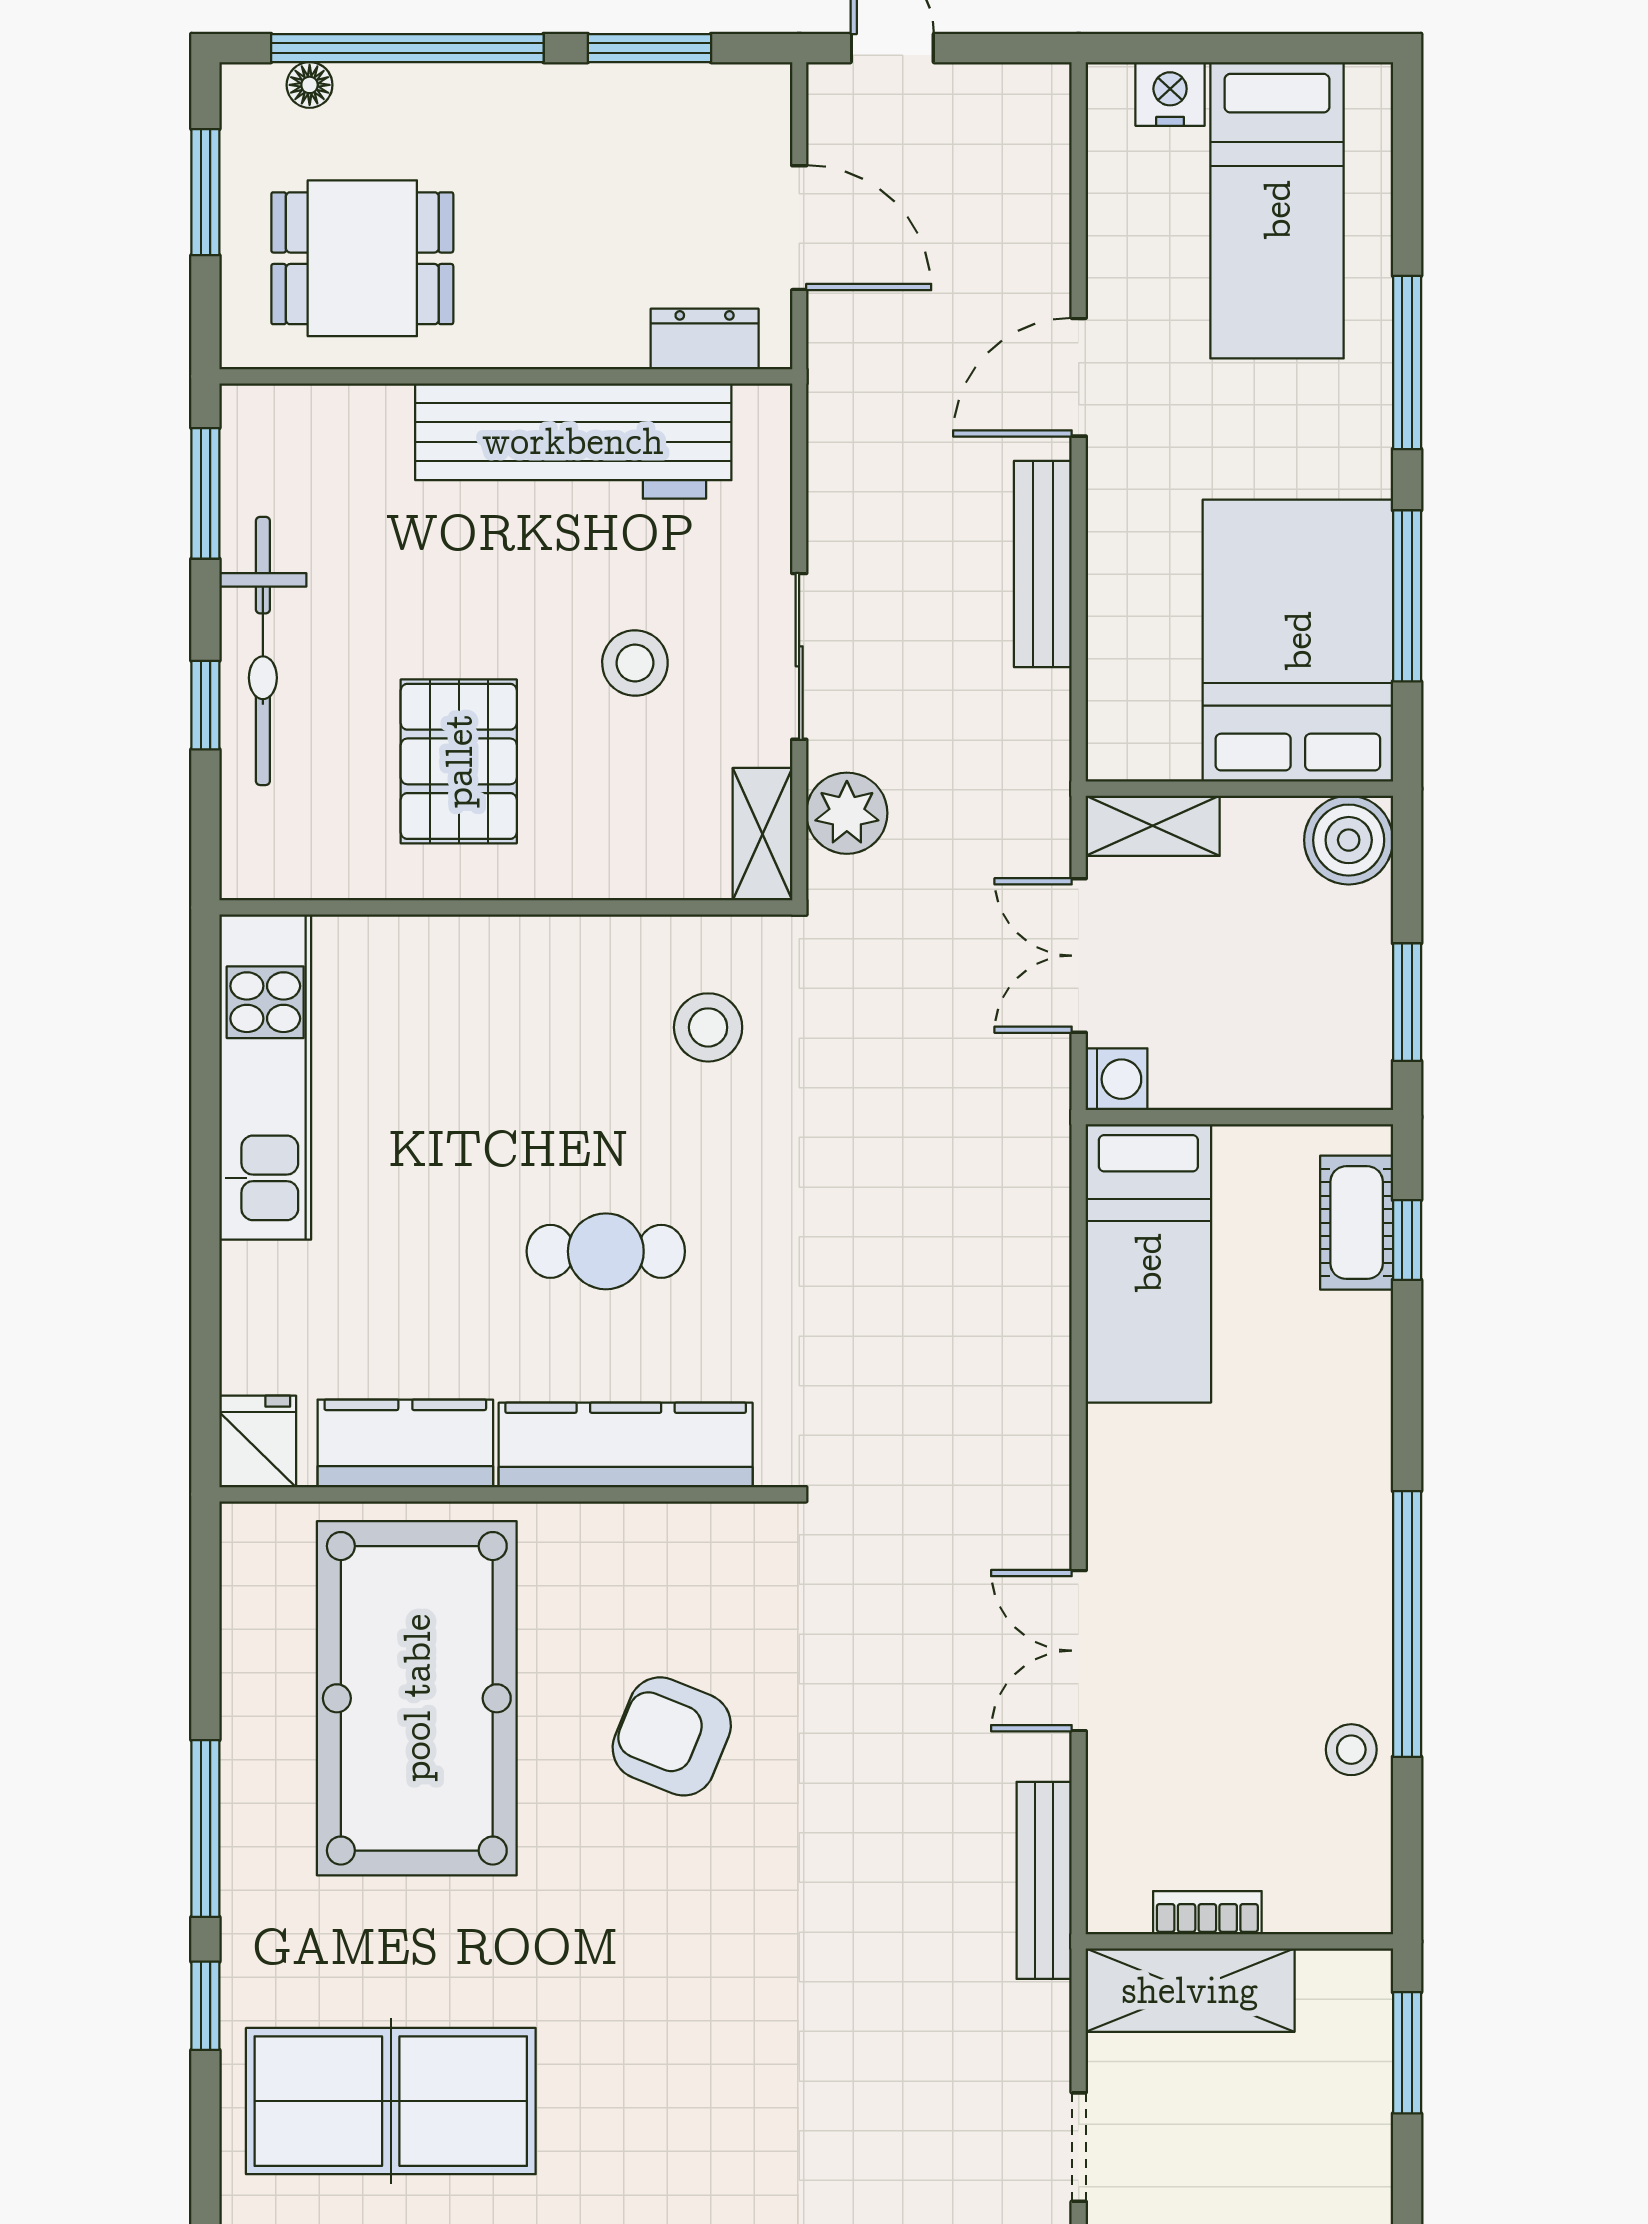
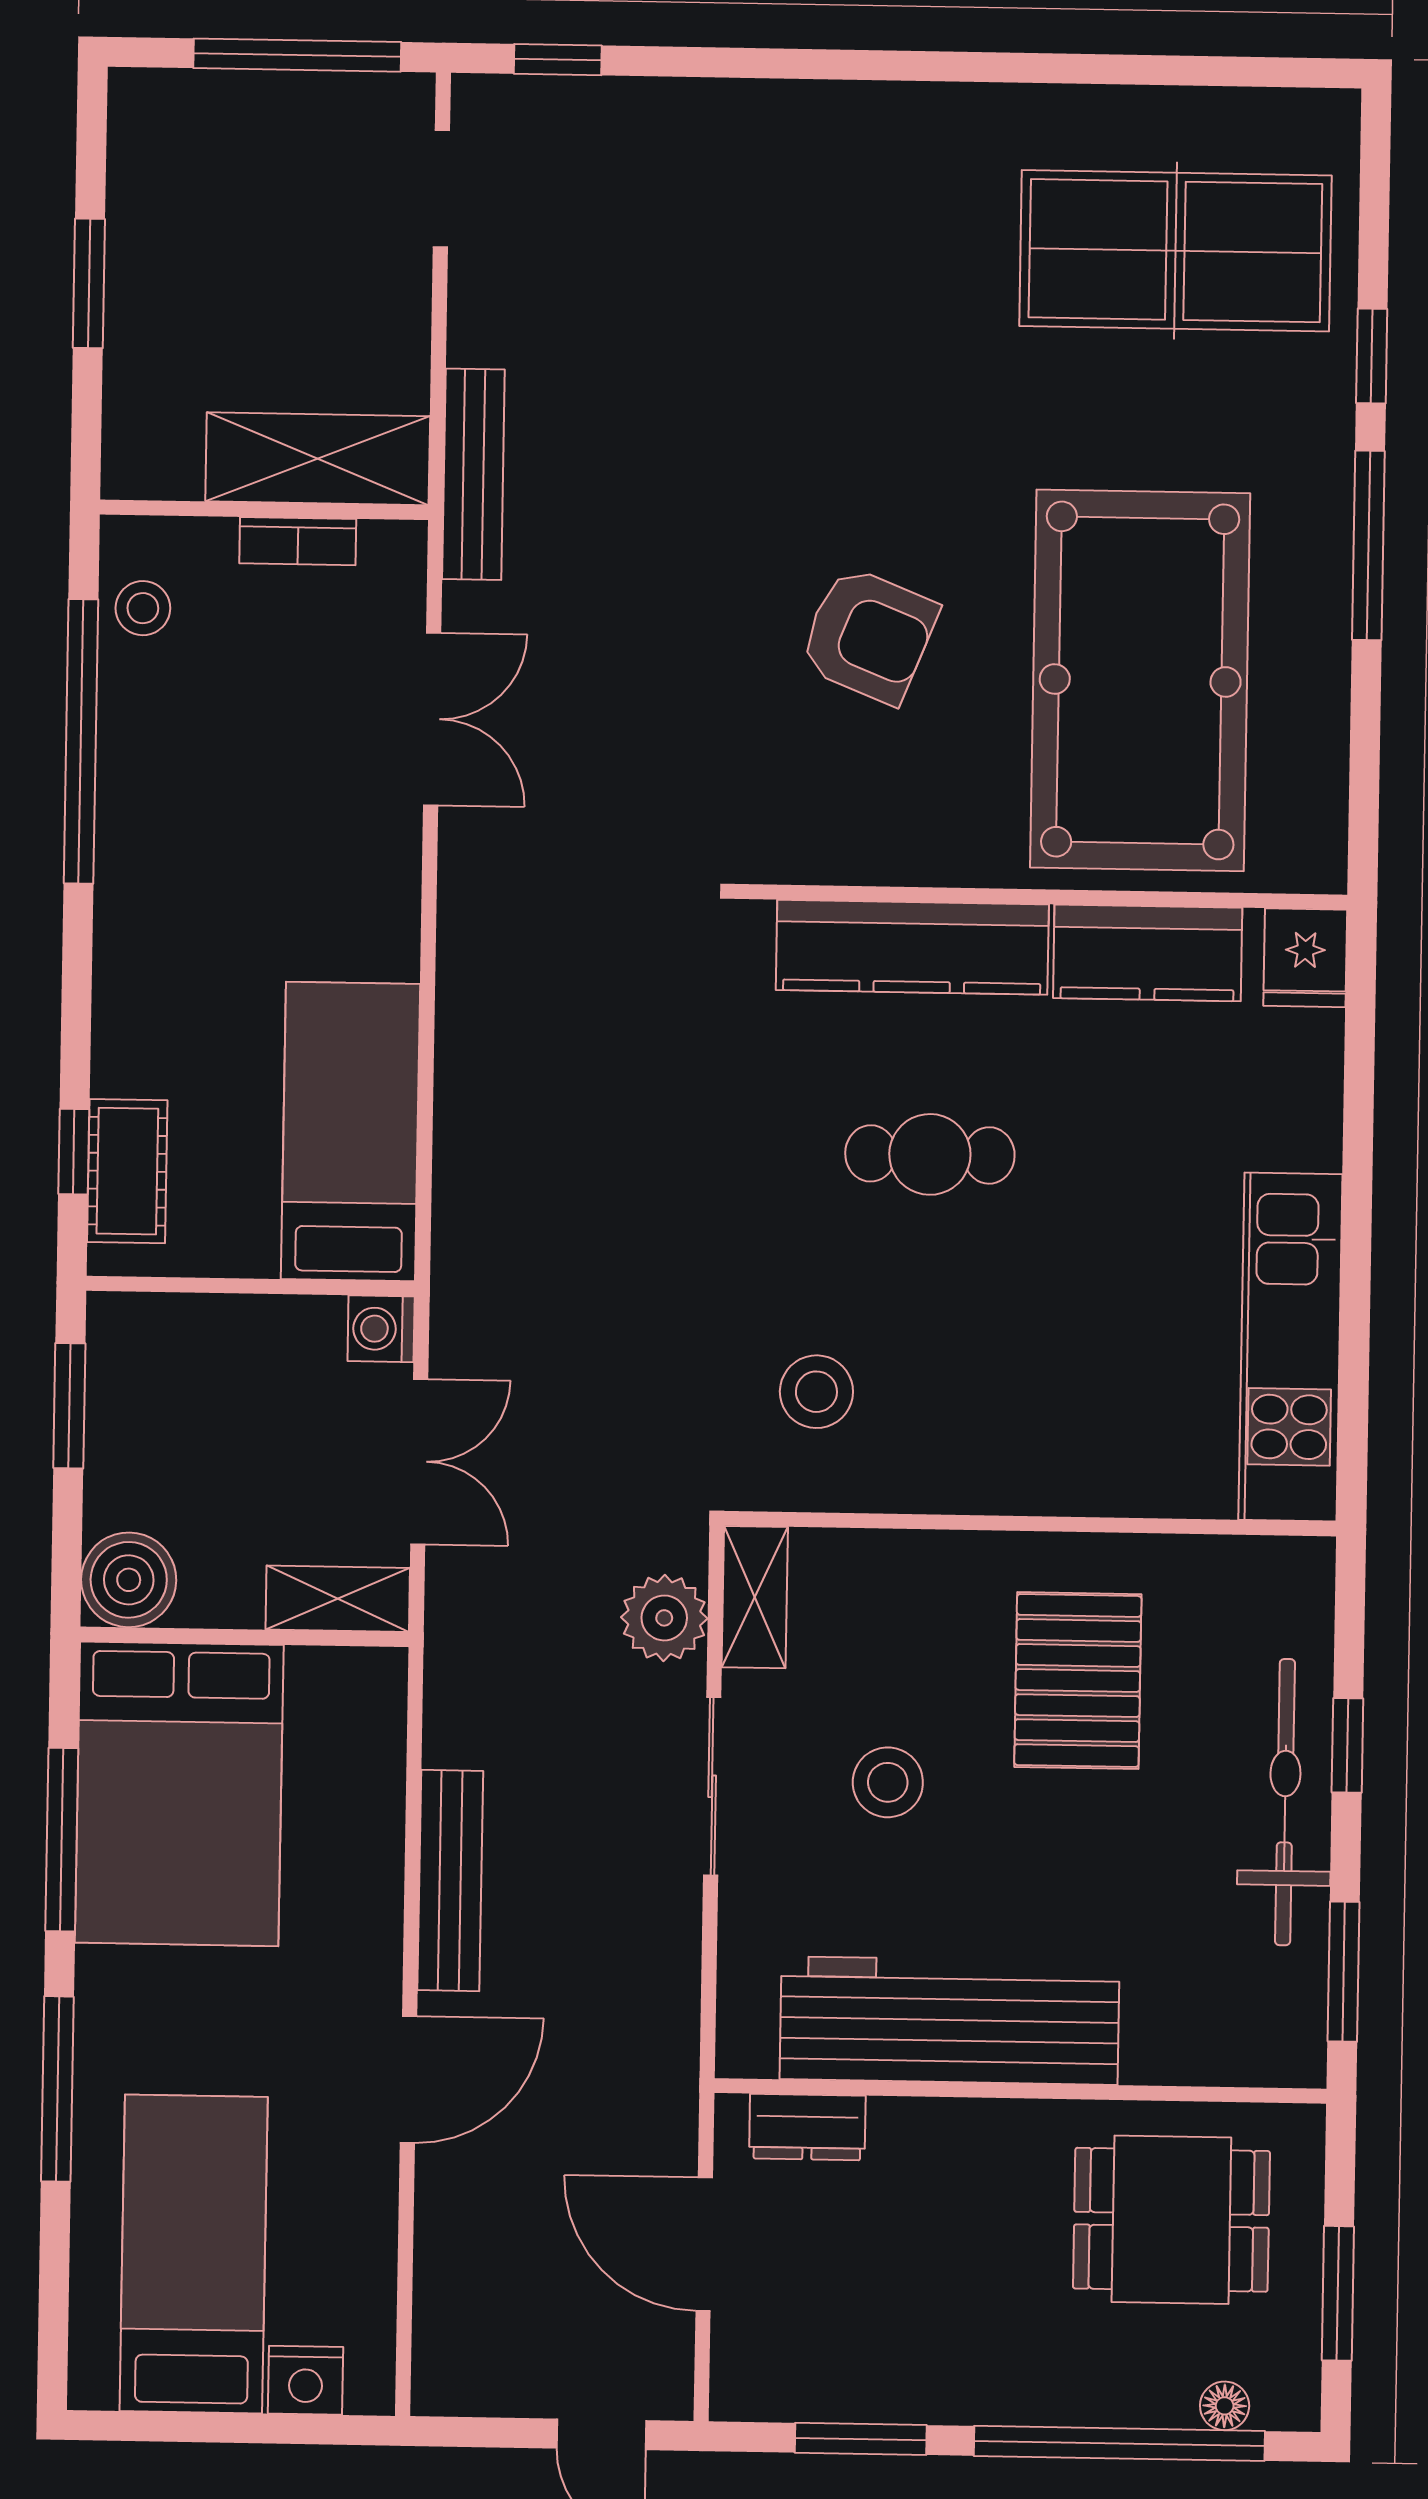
bookcase: (1207, 1913) -> (298, 541), moved
wall: (1239, 1941) -> (264, 510), moved
shelving: (1190, 1990) -> (318, 459), moved

